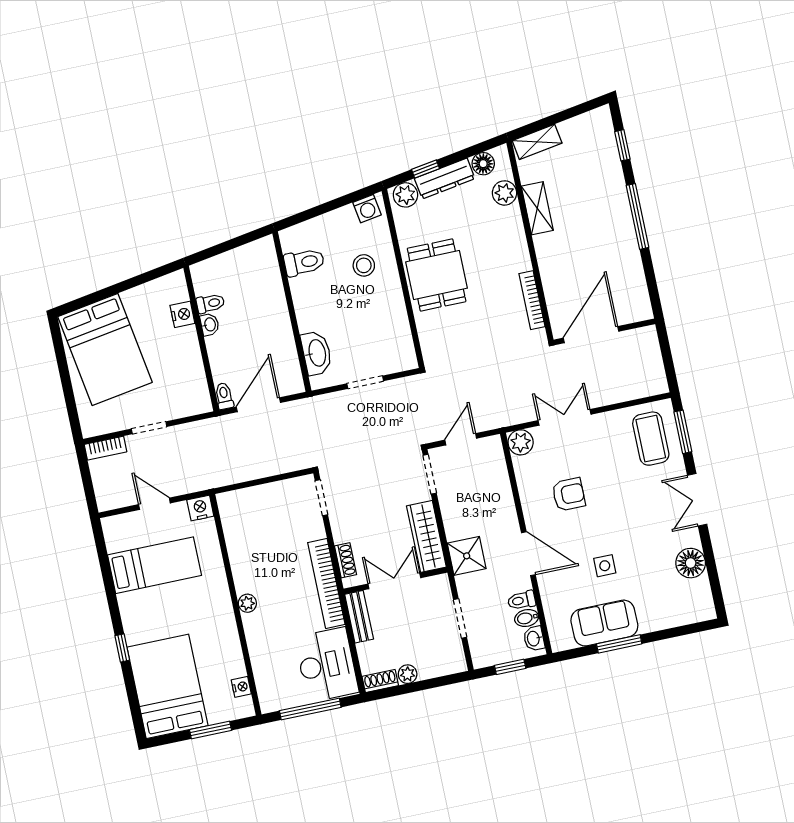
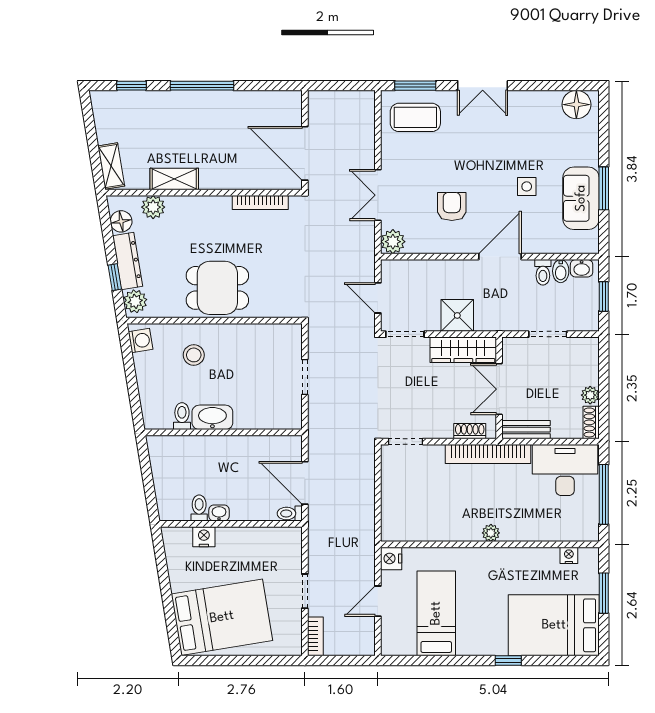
toilet: (304, 262) -> (182, 416), width x0.73, depth x0.72
washbasin: (317, 353) -> (212, 417), moved
shower: (467, 556) -> (457, 315), moved
floor lamp: (691, 563) -> (576, 105), moved

